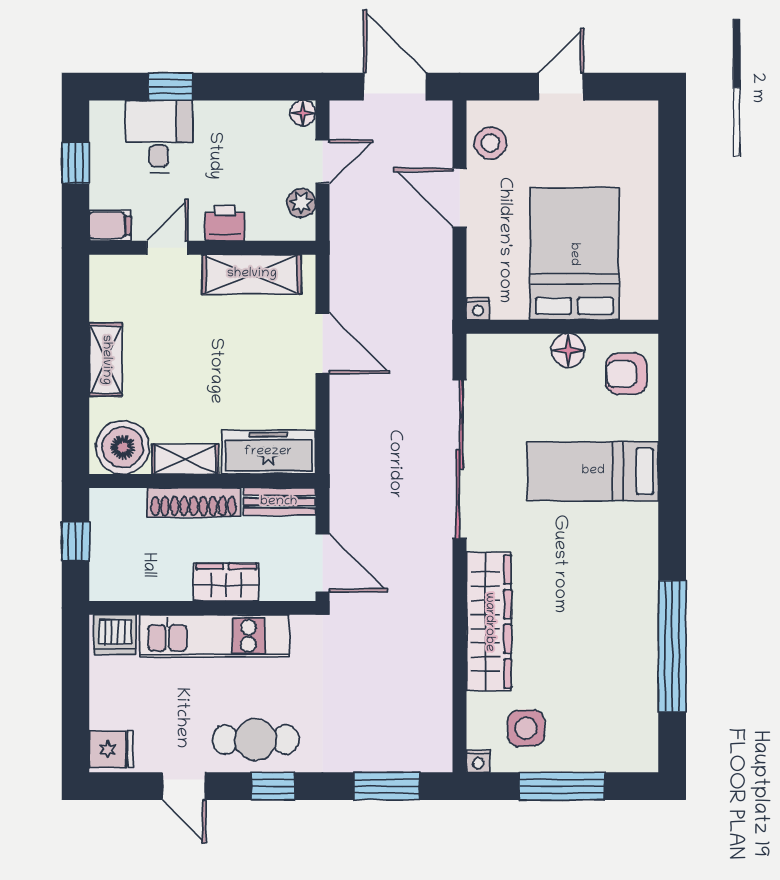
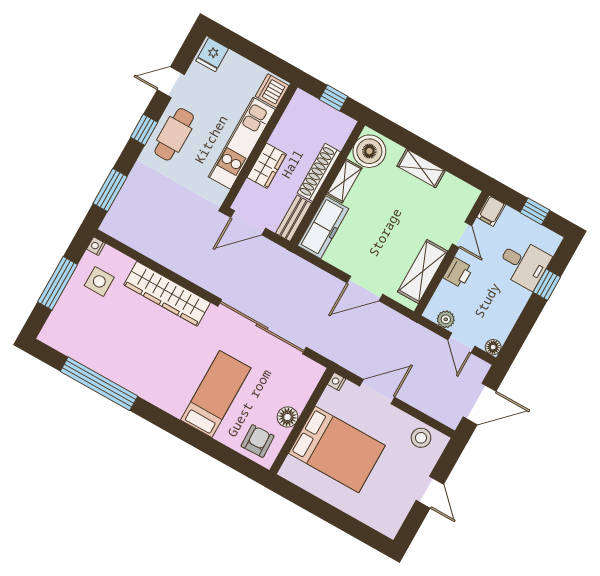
door: (460, 198) -> (377, 392), moved

